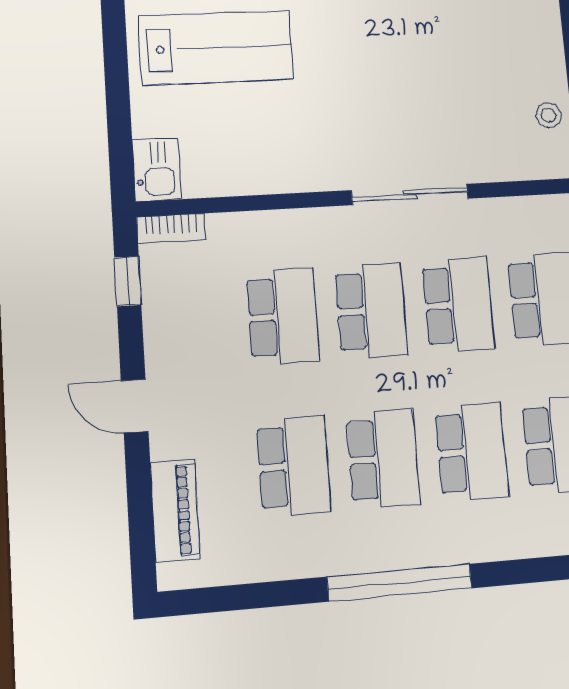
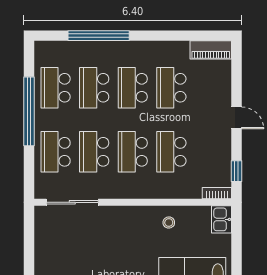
stool: (549, 115) -> (169, 223), moved
sliding door: (410, 194) -> (72, 202), moved
piano: (175, 511) -> (211, 50), moved, turned -90
window: (400, 583) -> (99, 36), moved

